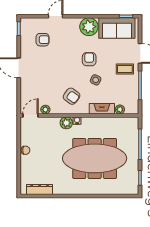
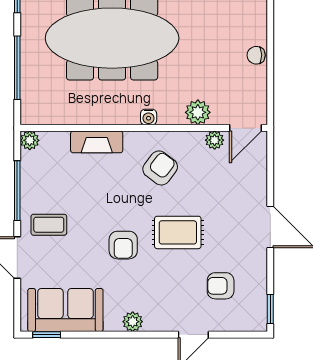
plant: (89, 27) -> (133, 322), width x0.53, depth x0.53
rug: (63, 65) -> (178, 232), added
side table: (96, 80) -> (110, 202), removed
armchair: (72, 96) -> (160, 168), turned 91
plant: (120, 109) -> (30, 140), moved
plant: (66, 123) -> (198, 112), moved

